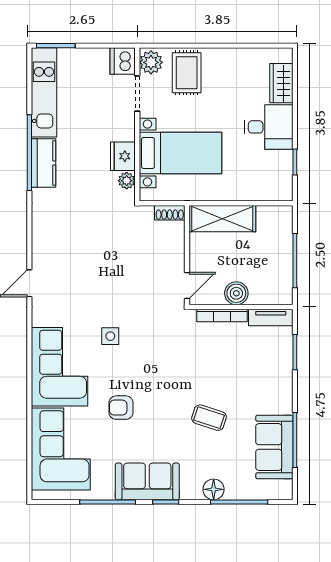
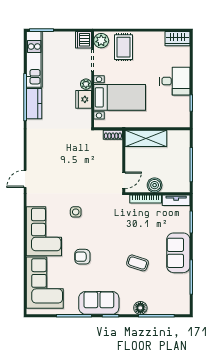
wardrobe: (281, 83) -> (178, 39), moved, turned -90
plant: (127, 181) -> (86, 84), moved
sofa: (274, 447) -> (178, 253), moved

